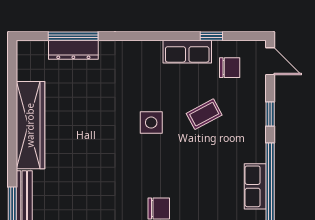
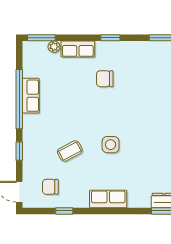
row of seats: (187, 52) -> (108, 199), moved

